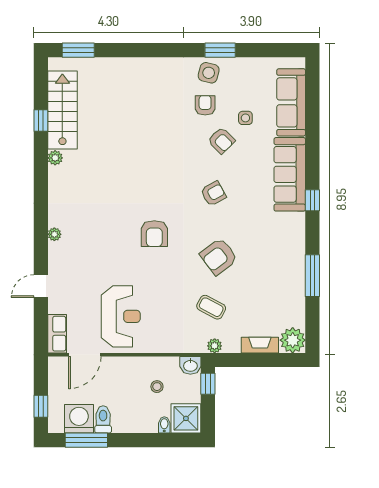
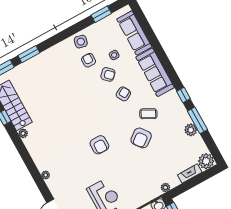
window: (125, 50) -> (29, 54), added
window: (220, 50) -> (101, 14), moved
armchair: (213, 194) -> (123, 94), moved
window: (312, 200) -> (183, 95), moved
plant: (295, 284) -> (191, 130), added
coffee table: (211, 307) -> (148, 114), moved

